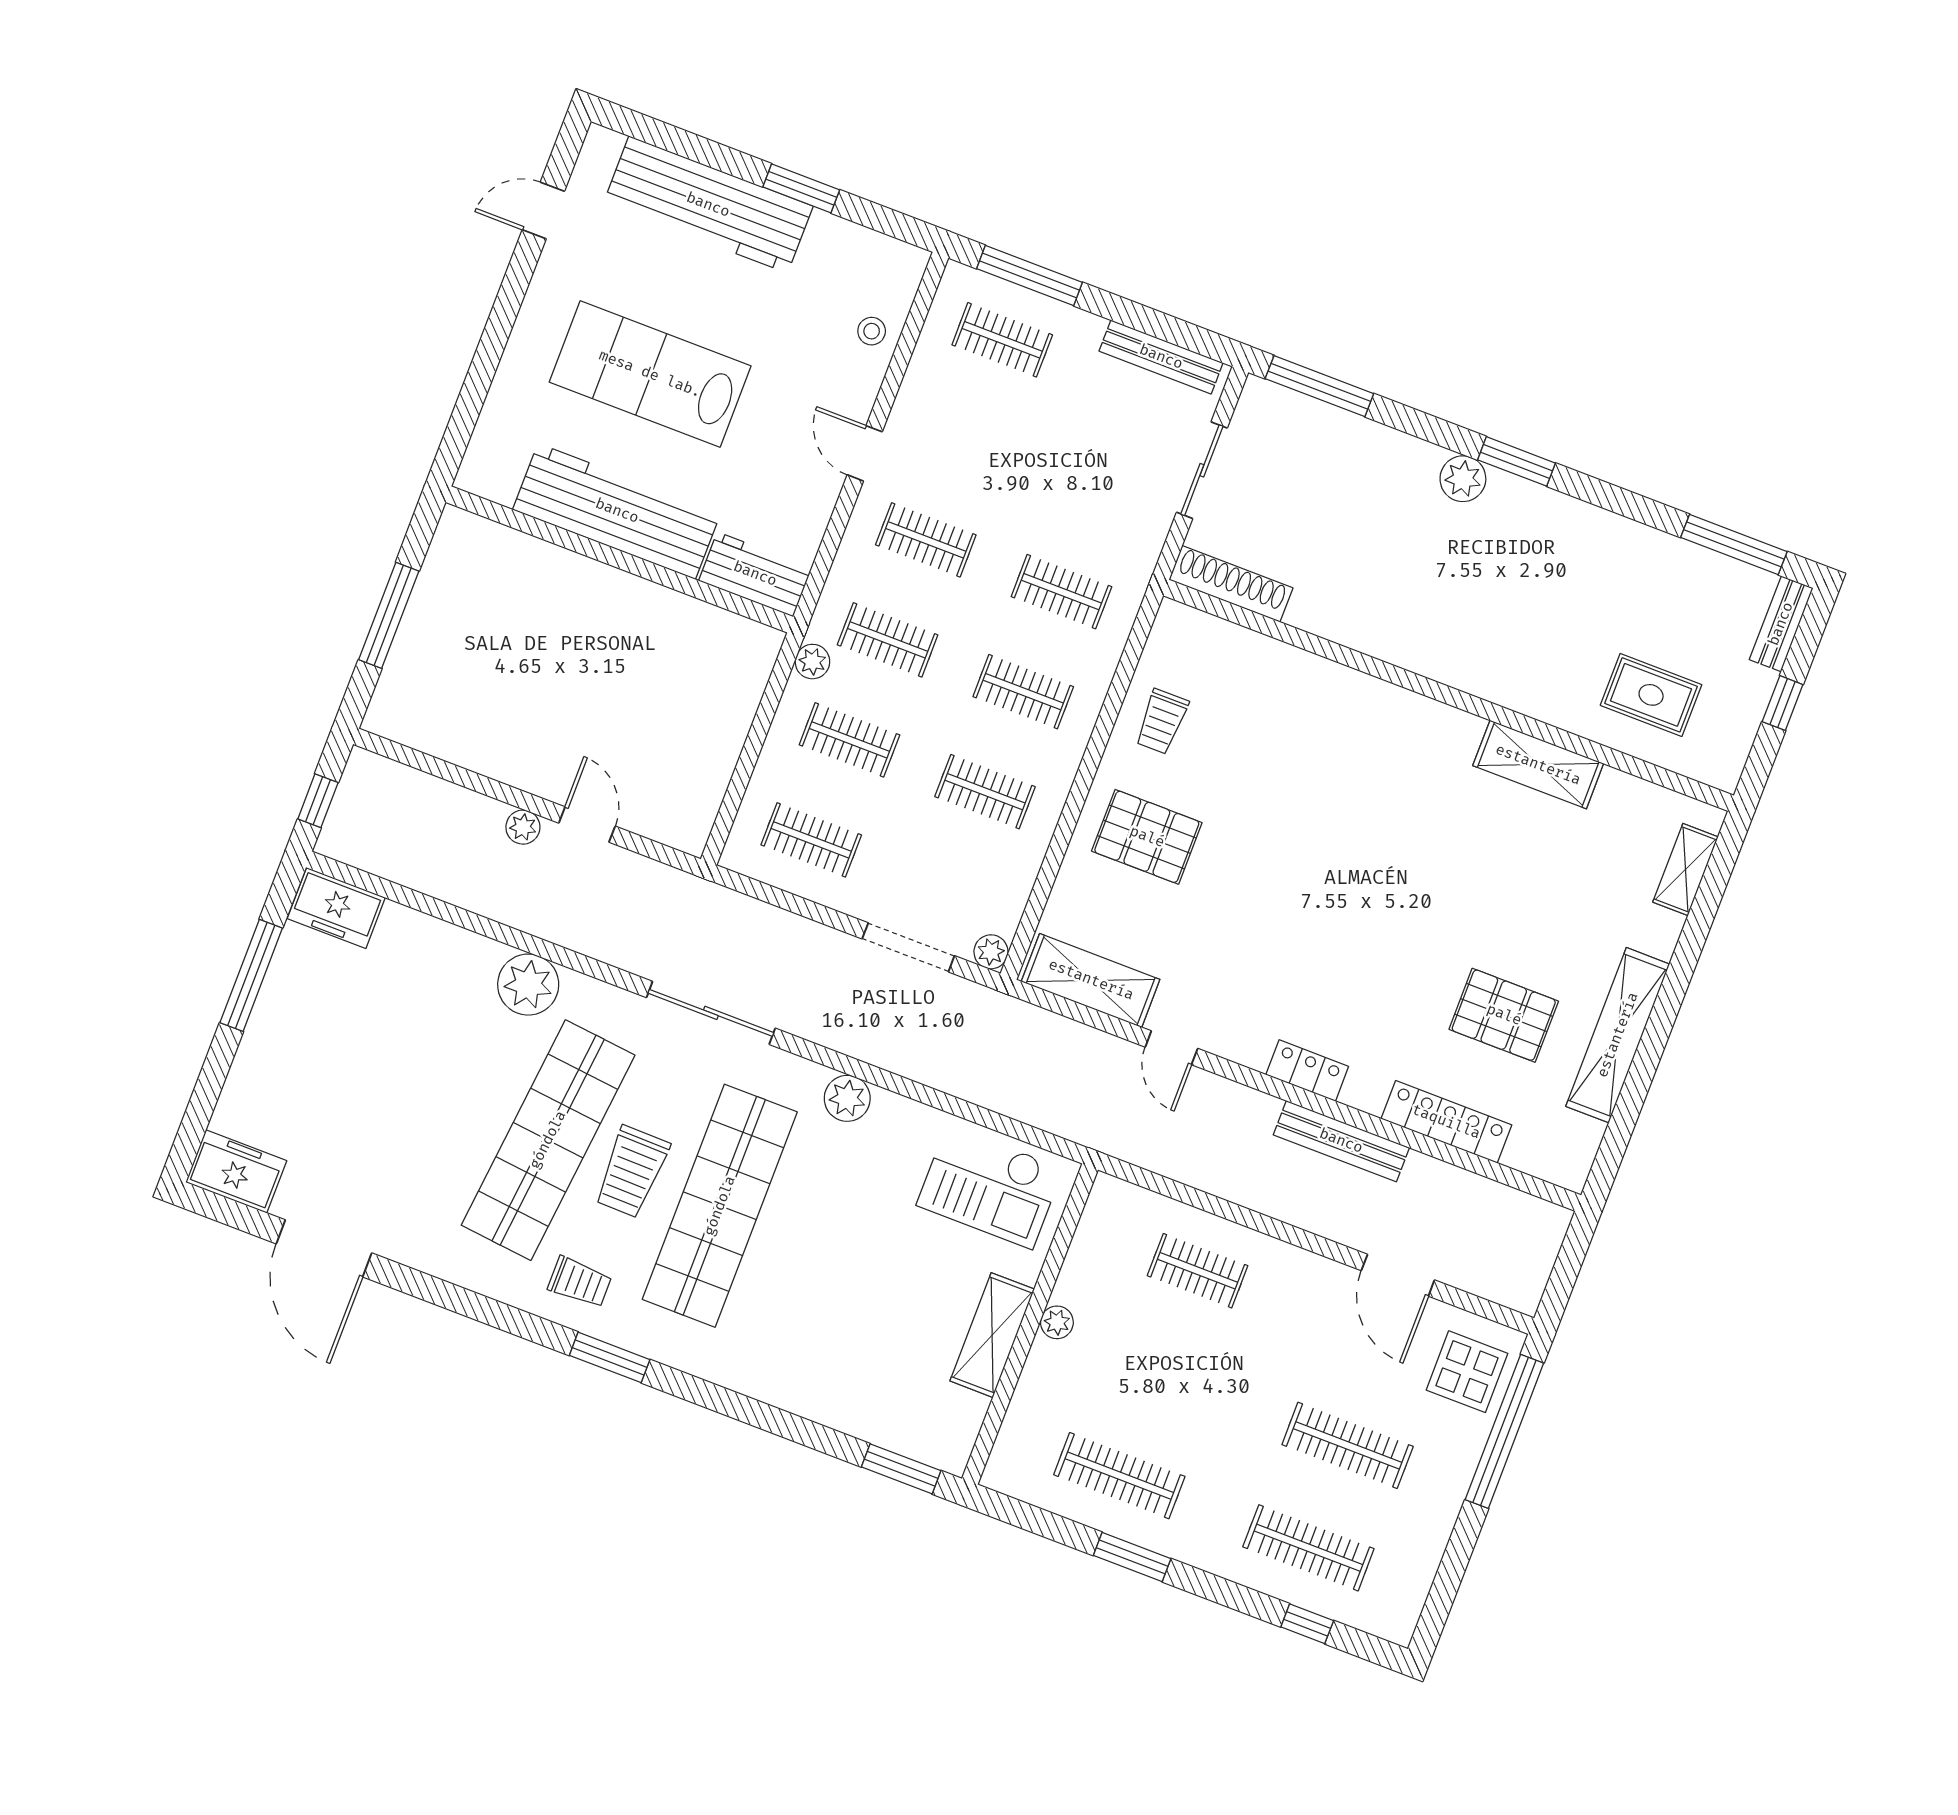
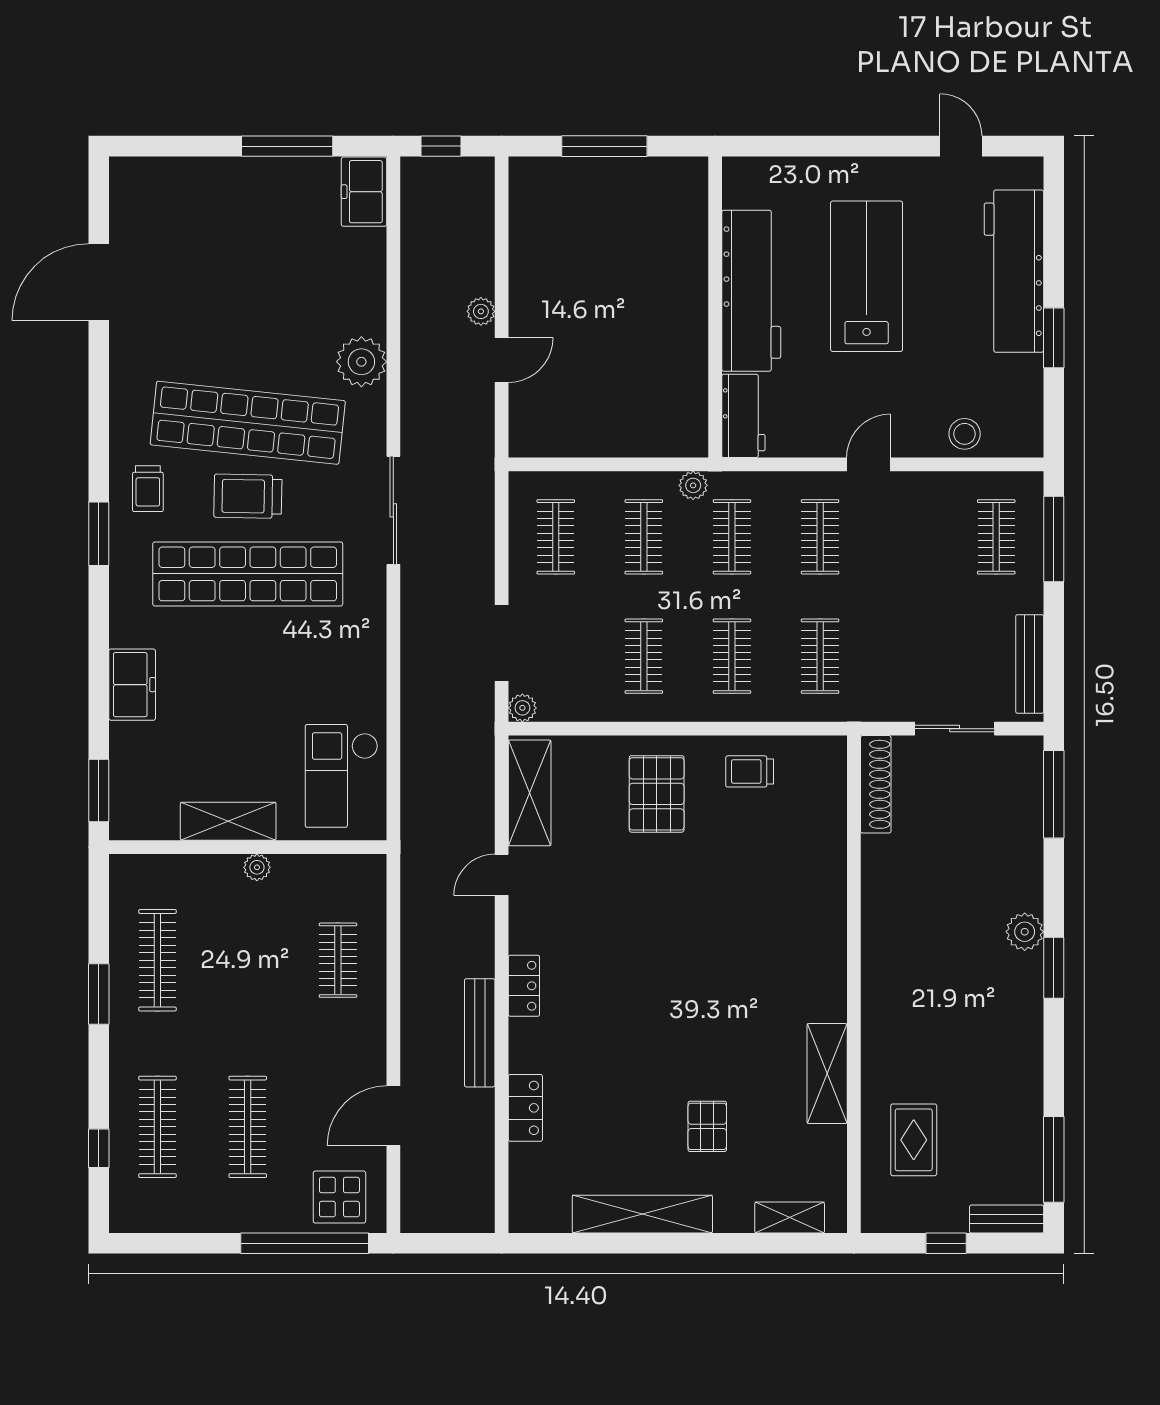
stool: (872, 331) -> (965, 434), width x1.37, depth x1.37
pallet: (1504, 1015) -> (707, 1126), moved, width x0.67, depth x0.71
plant: (847, 1098) -> (368, 640), removed
locker: (1446, 1122) -> (525, 1108), width x0.66
freezer: (236, 1171) -> (132, 685), moved

